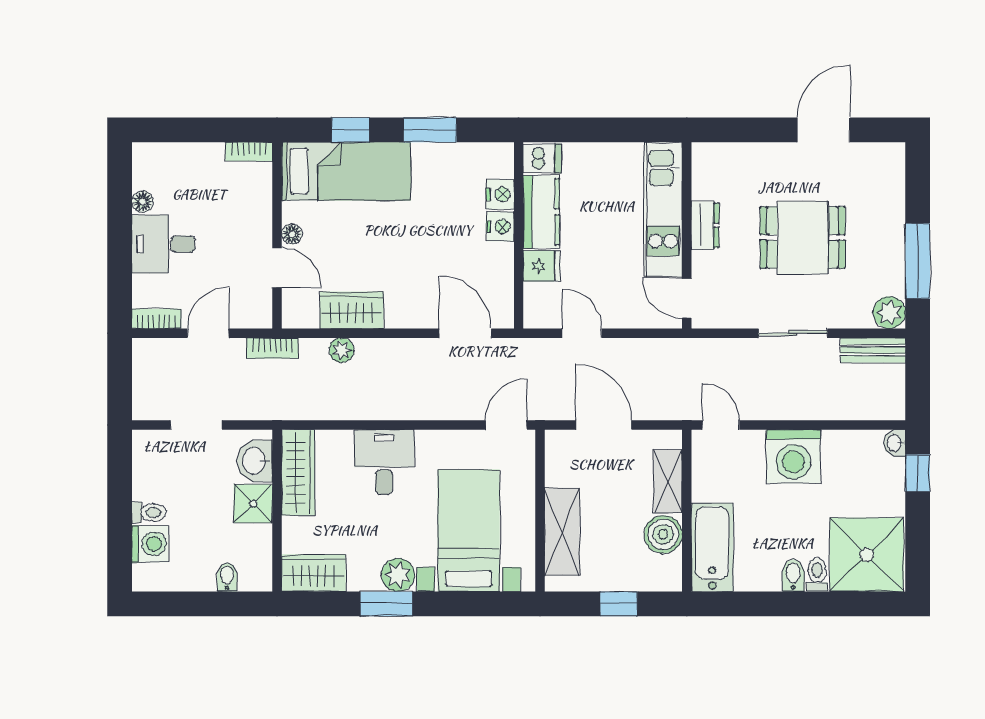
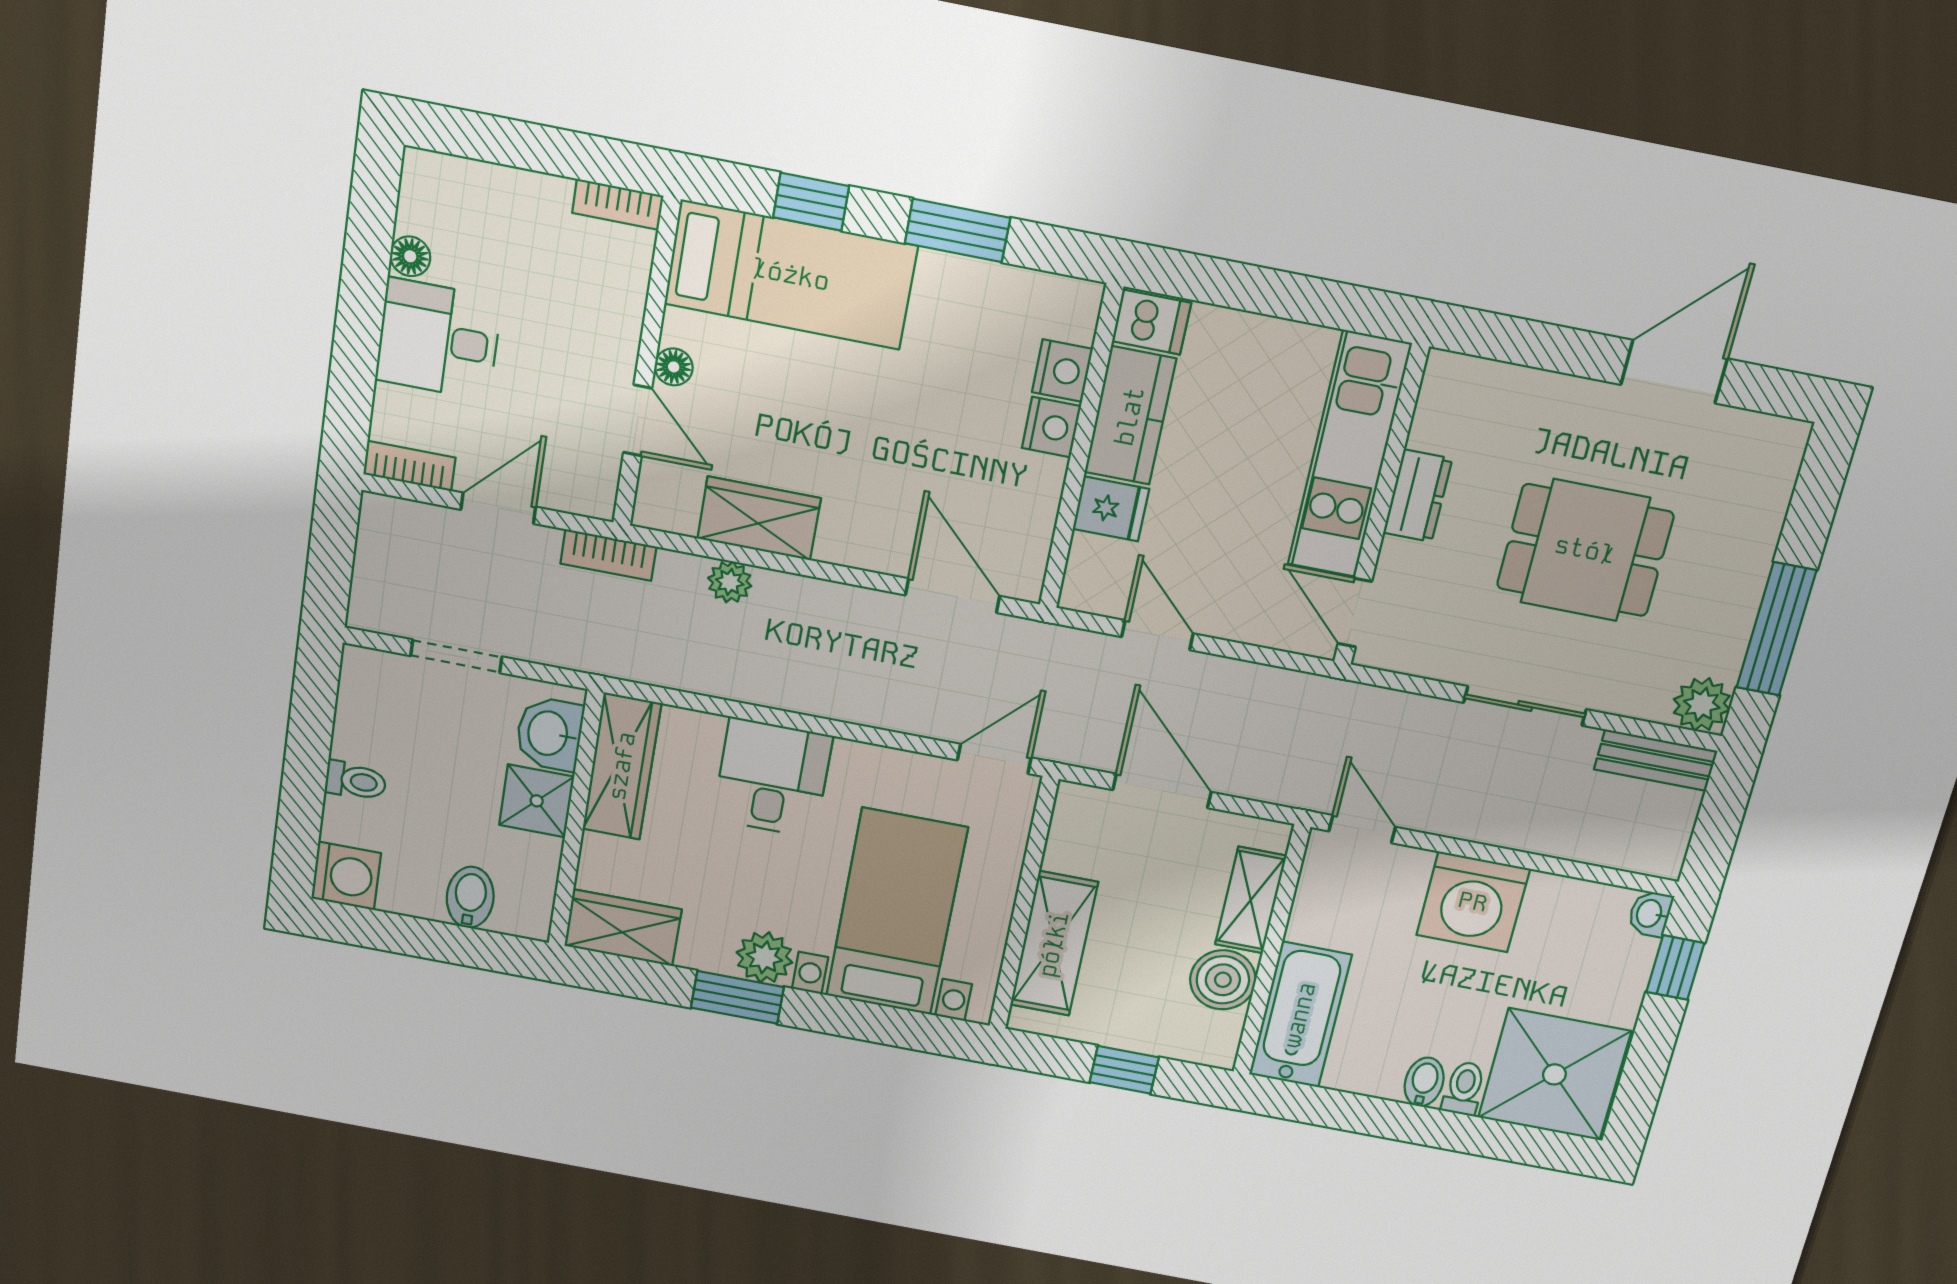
washing machine: (150, 544) -> (346, 876), moved
bidet: (227, 577) -> (470, 897), width x1.38, depth x1.36

